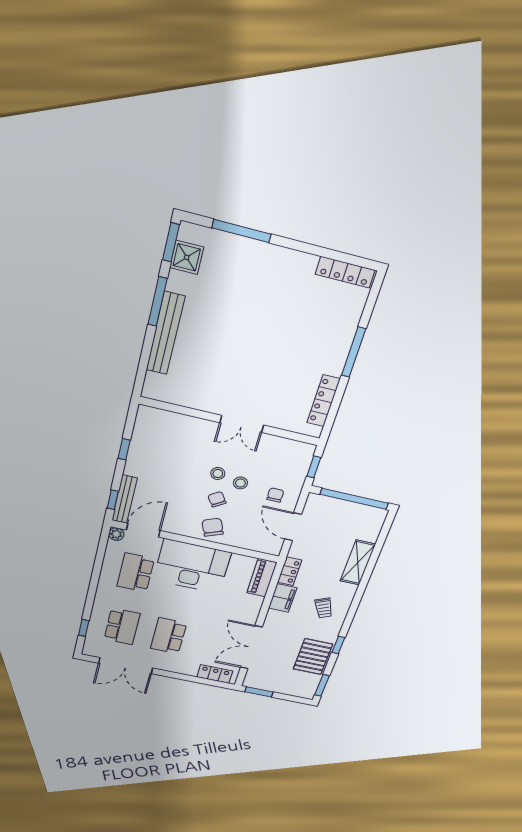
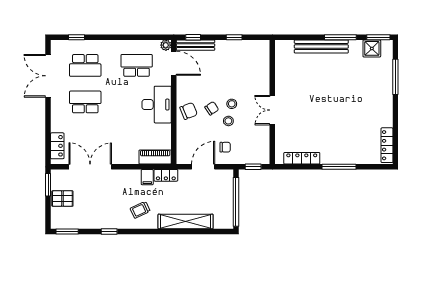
shelving: (358, 563) -> (186, 222), width x1.47
desk: (192, 566) -> (157, 105), width x0.73, depth x0.77
filing cabinet: (283, 598) -> (147, 177), width x0.50
pallet: (313, 657) -> (62, 199), moved, width x0.67, depth x0.71

